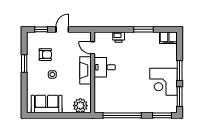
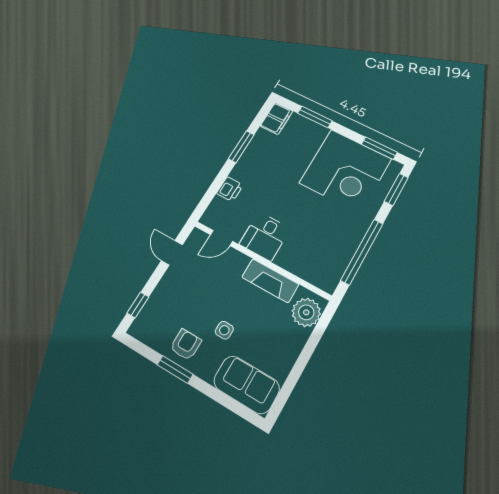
door: (62, 29) -> (172, 253), moved
armchair: (45, 55) -> (186, 345), moved
fireplace: (85, 70) -> (270, 281), moved
window: (180, 70) -> (315, 117), moved
corner desk: (163, 82) -> (345, 171), width x1.36, depth x1.36
sofa: (47, 104) -> (247, 385), moved, turned 90

